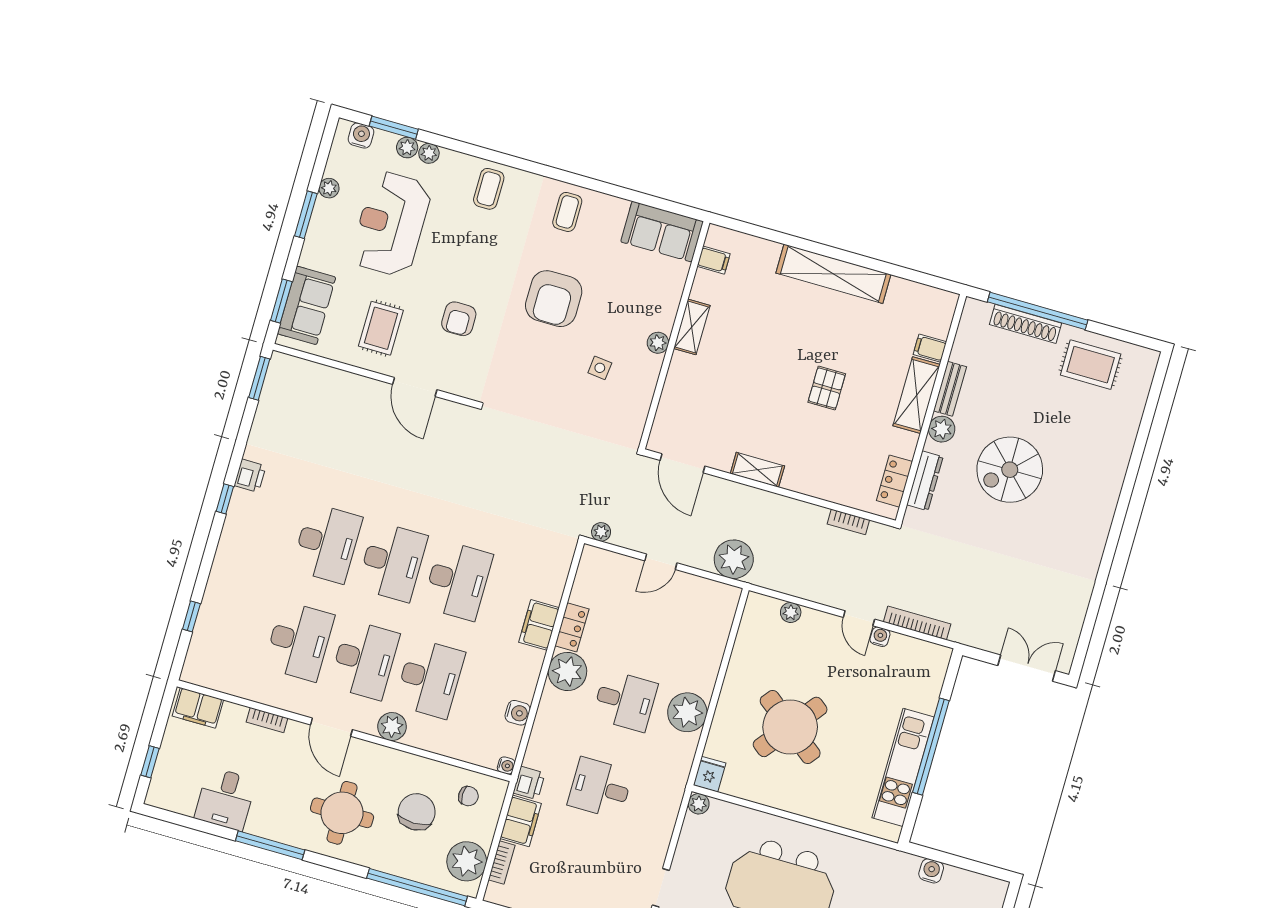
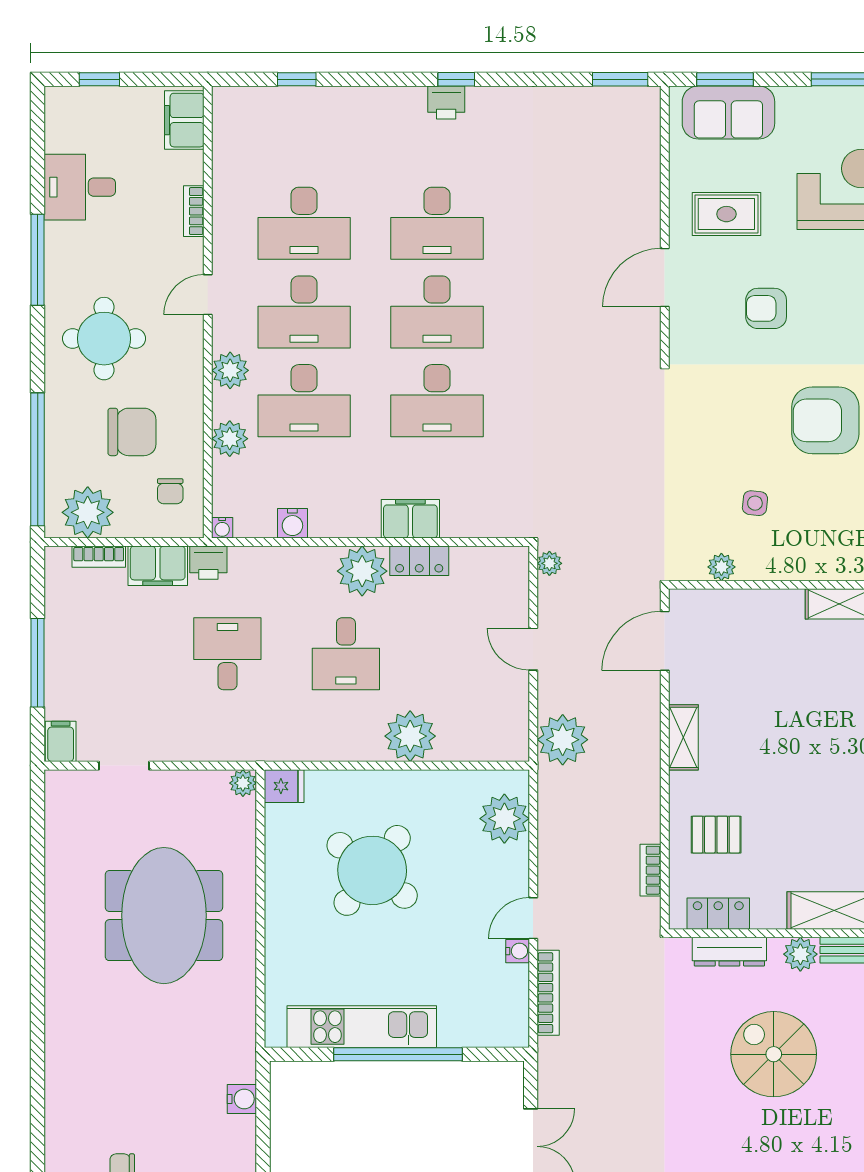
plant: (658, 343) -> (721, 567), moved
pallet: (827, 388) -> (716, 835), moved
printer: (250, 476) -> (446, 102), moved
plant: (791, 612) -> (504, 819), width x1.88, depth x1.88
plant: (687, 712) -> (410, 736), moved
door: (331, 727) -> (208, 295), width x0.73
plant: (442, 741) -> (230, 439), added

